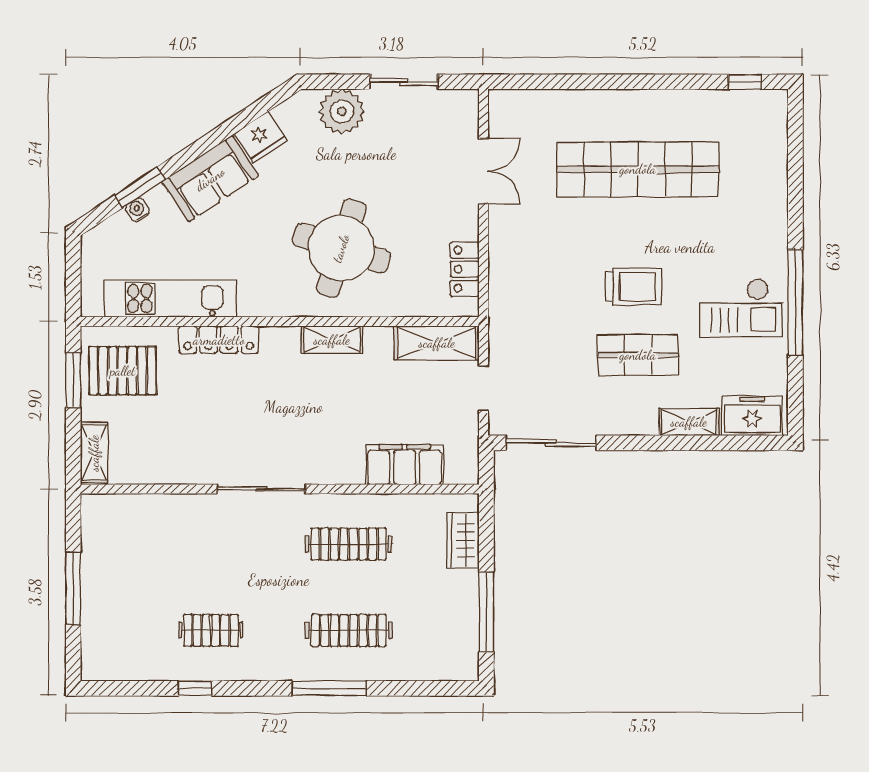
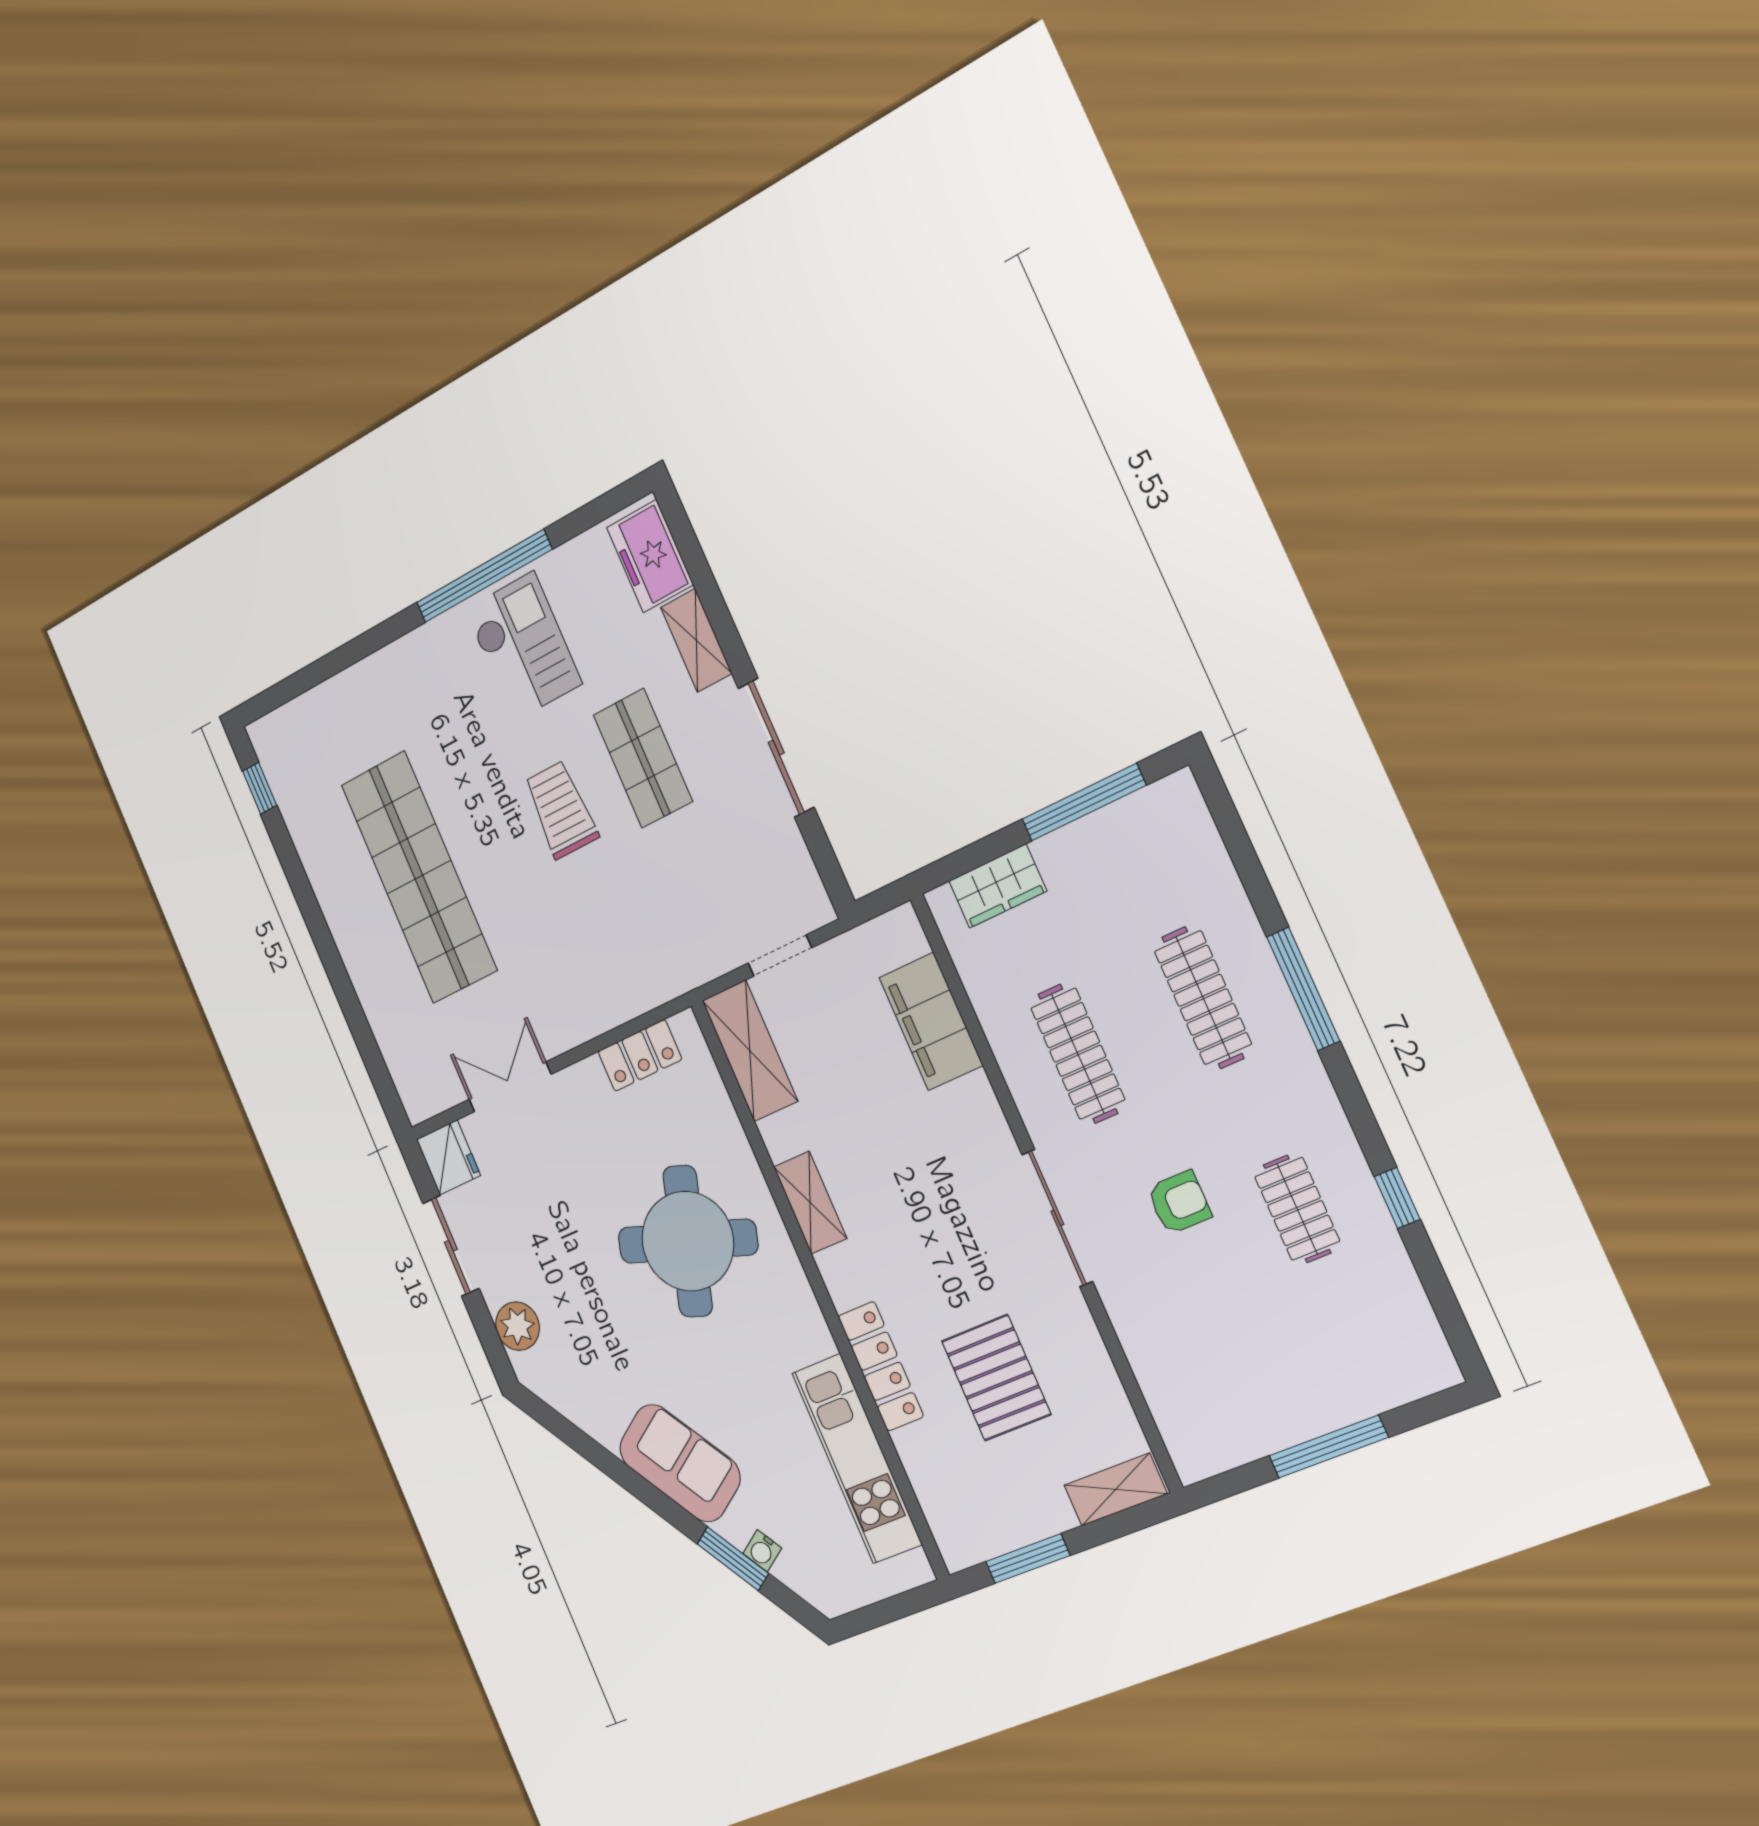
plant: (342, 111) -> (518, 1326), width x0.73, depth x0.73
fridge: (261, 137) -> (448, 1157), moved, turned 34
pallet: (123, 371) -> (996, 1378), moved
sliding door: (551, 443) -> (776, 748), moved
armchair: (241, 565) -> (1179, 1202), added

